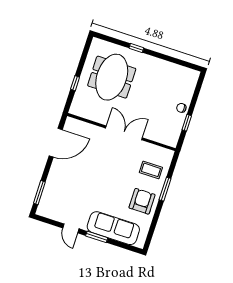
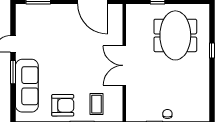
meeting table: (112, 77) -> (175, 35), turned 90
double door: (124, 133) -> (124, 65), swing flipped

